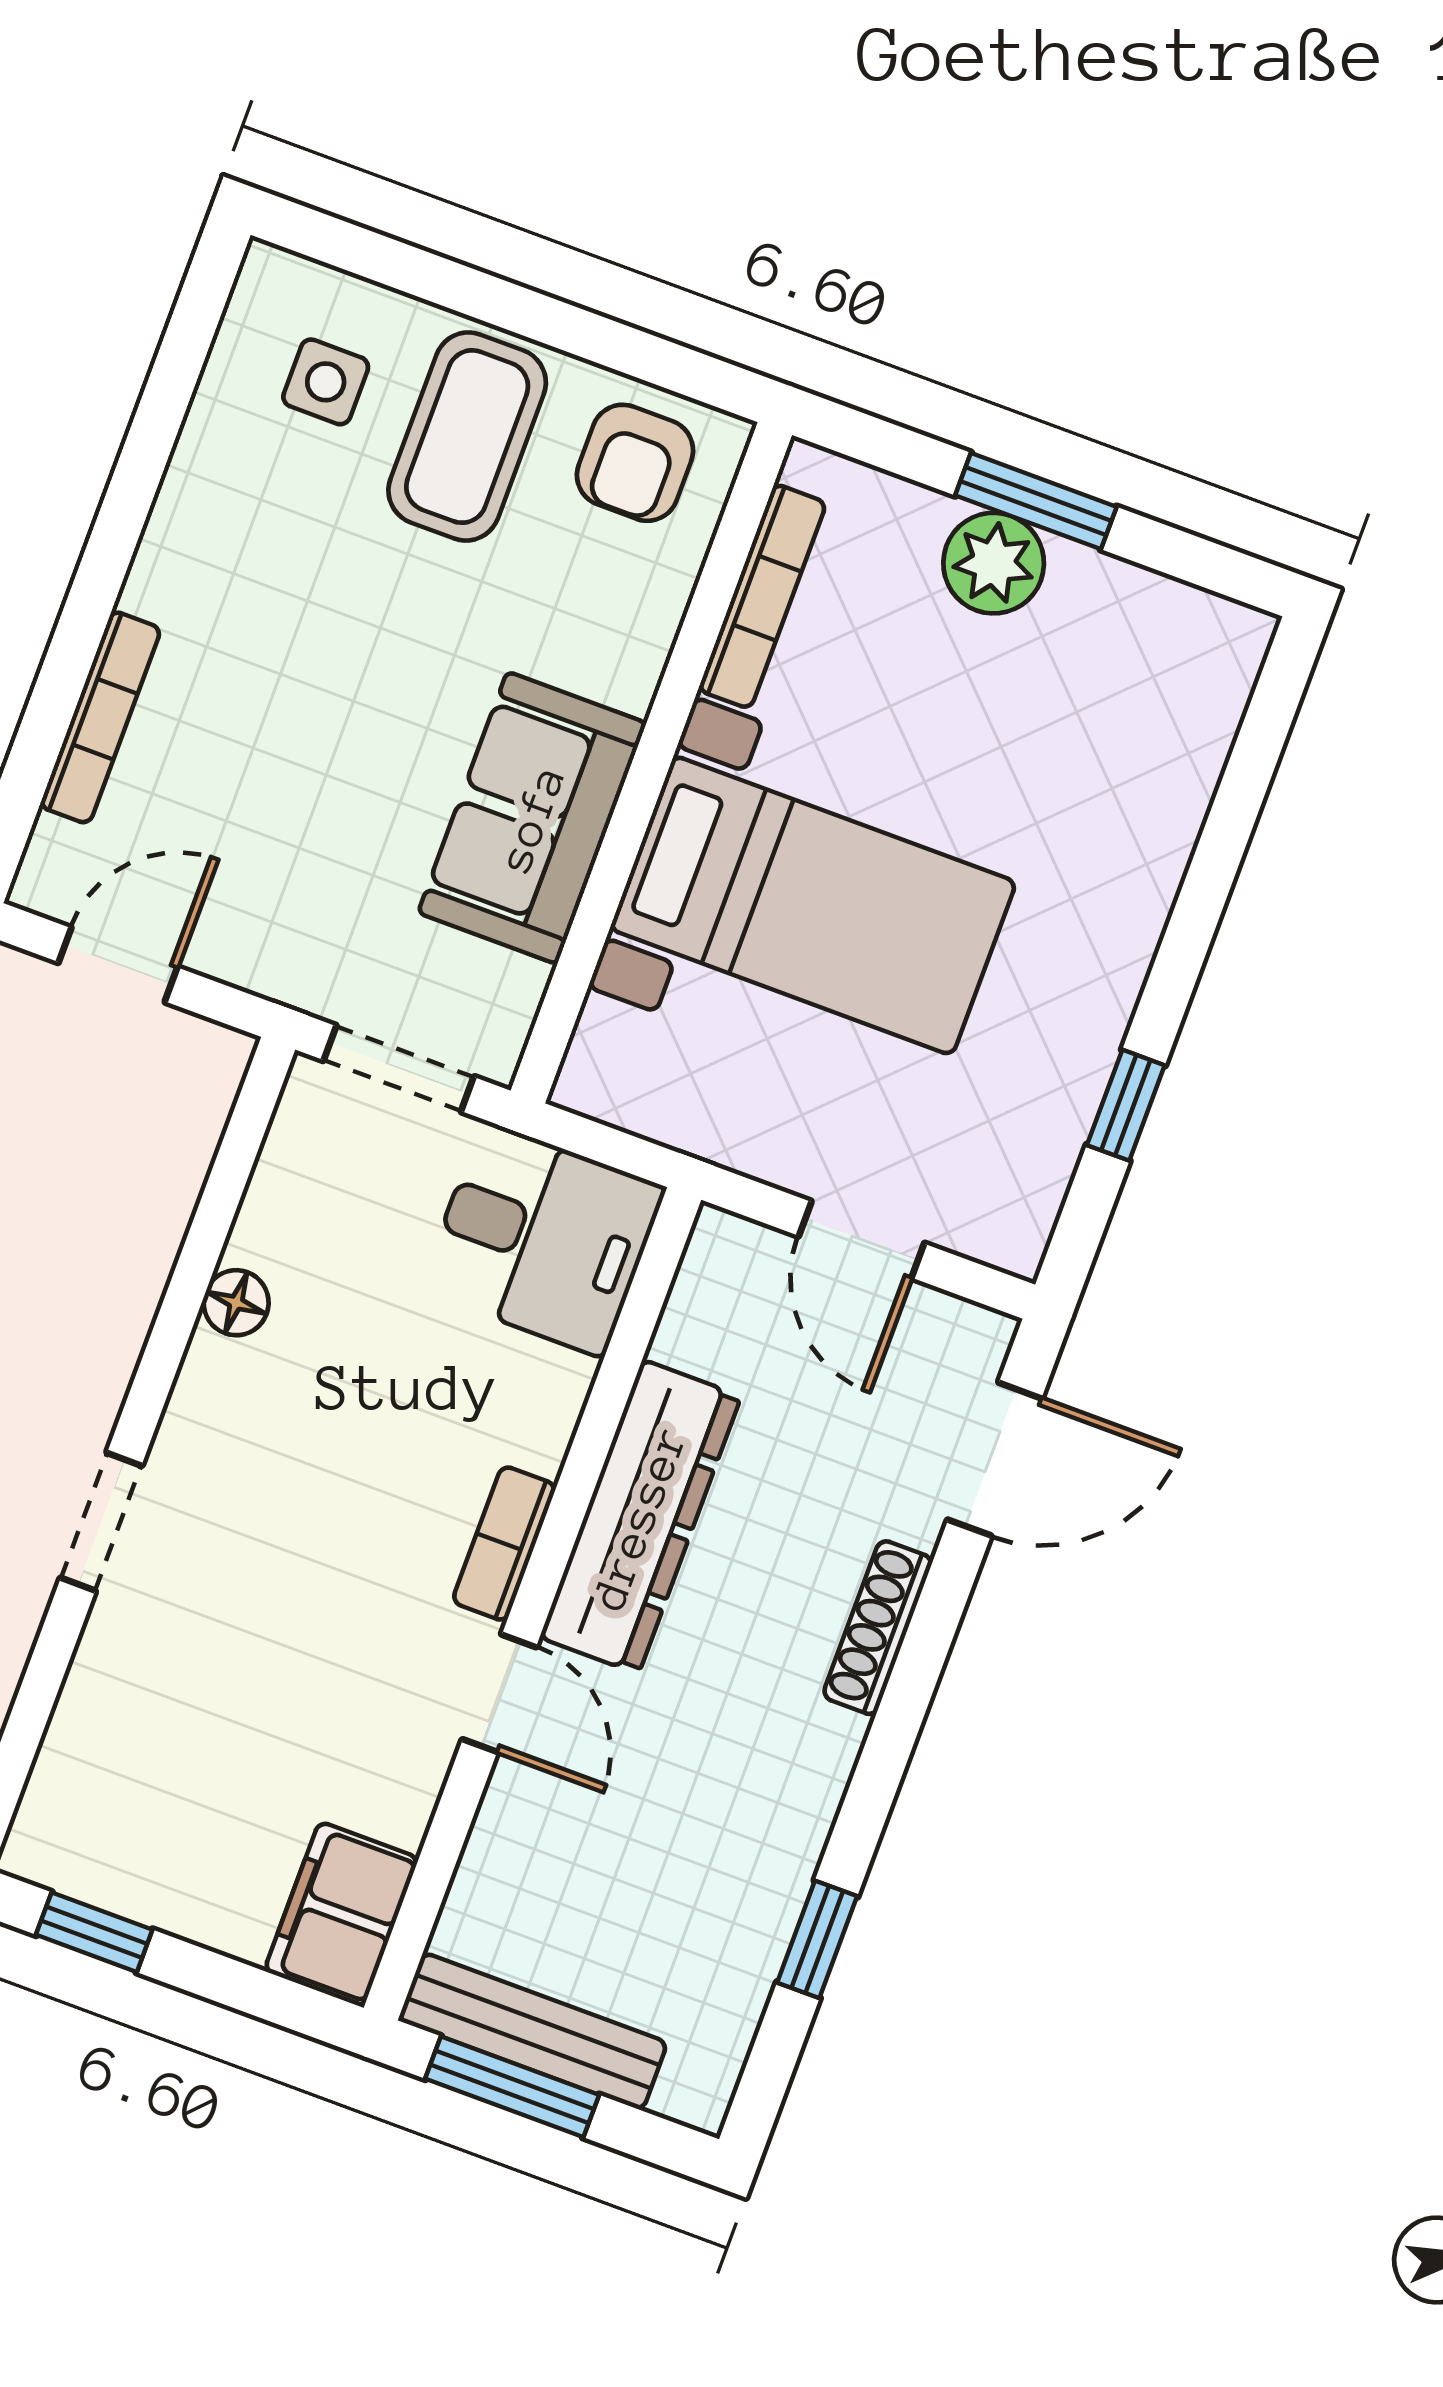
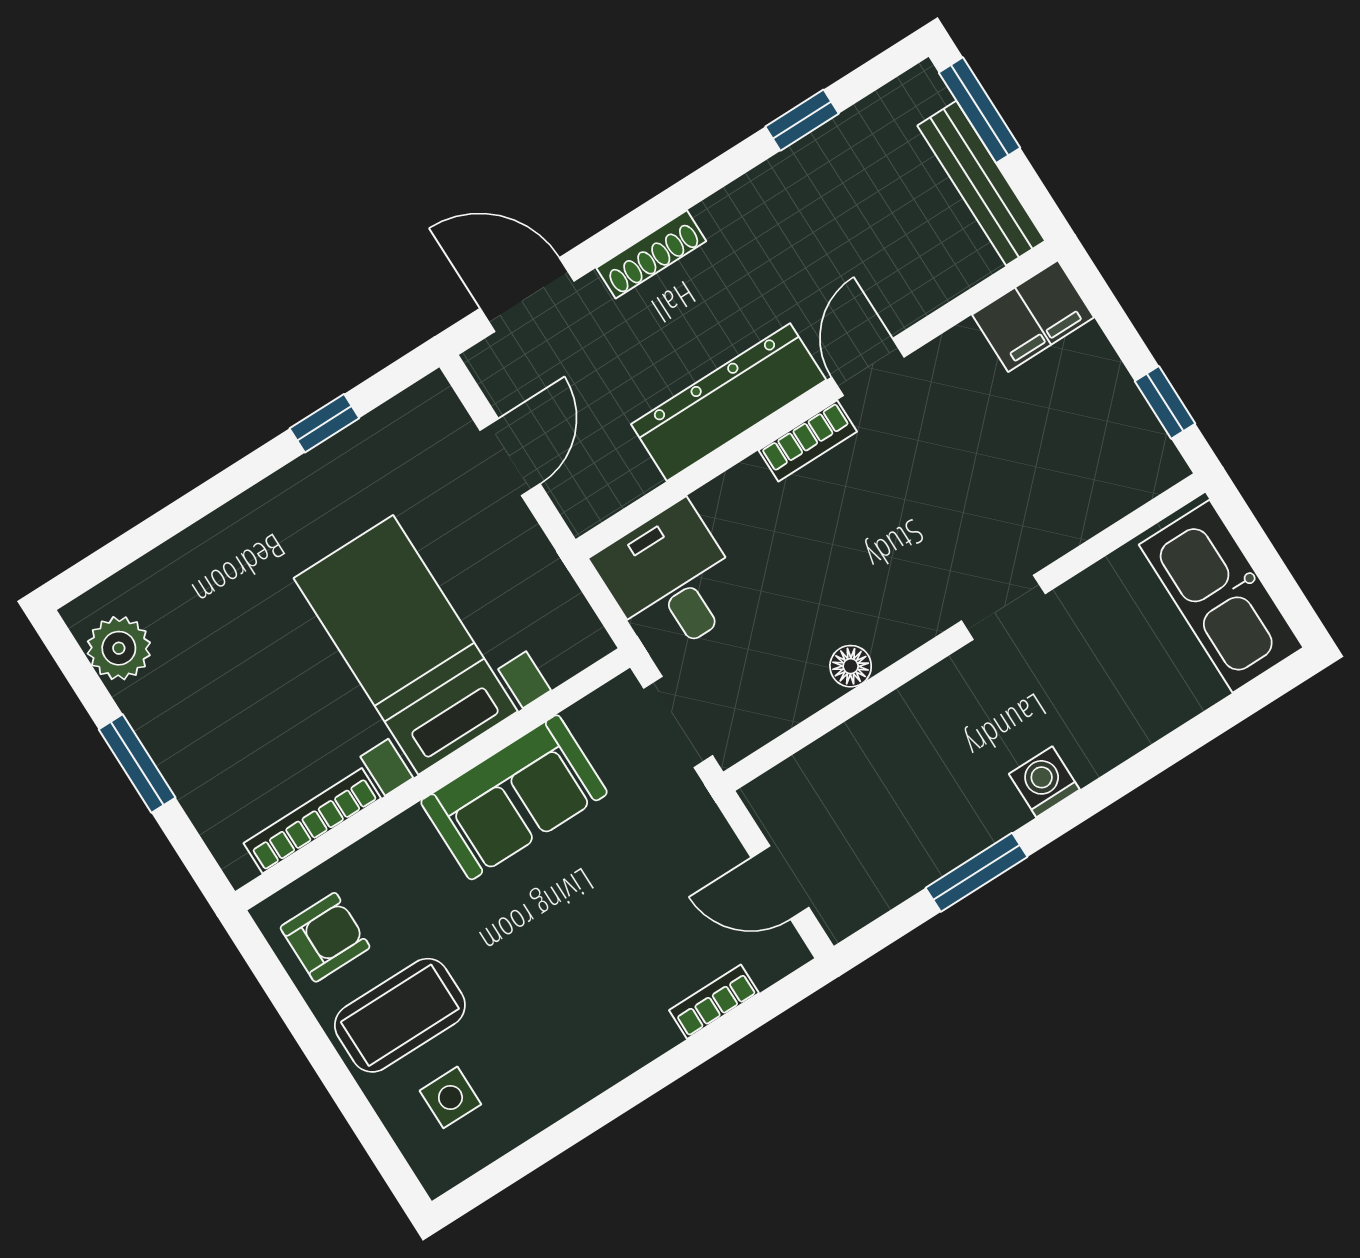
plant: (994, 563) -> (119, 648), moved
bookcase: (100, 717) -> (714, 1002), width x0.64
window: (512, 2087) -> (980, 110), moved

